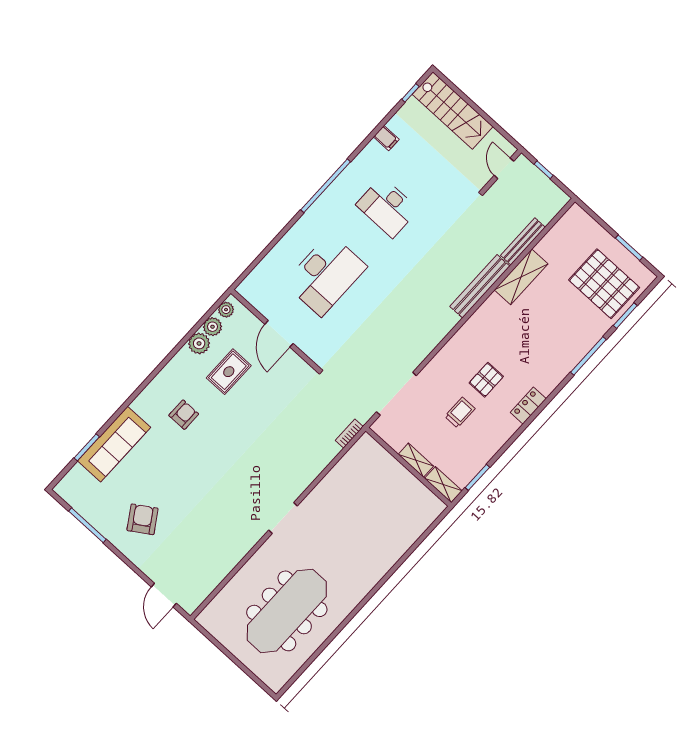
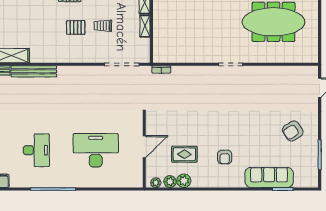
armchair: (184, 415) -> (225, 157), turned -90

